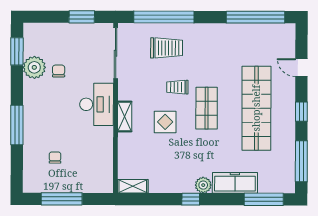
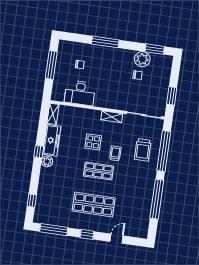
window: (255, 17) -> (157, 199), moved
desk: (97, 104) -> (80, 93), moved
shop shelf: (256, 108) -> (94, 205), width x0.71
shelving: (125, 117) -> (112, 117), moved
freezer: (235, 183) -> (52, 140), moved
window: (264, 199) -> (32, 201), width x0.46

